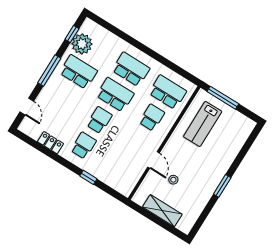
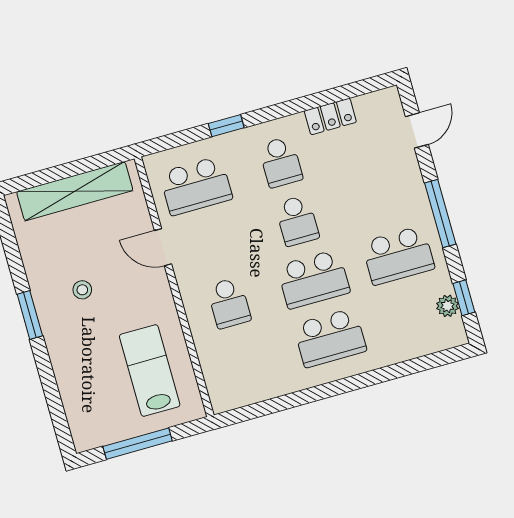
plant: (82, 44) -> (447, 306), width x0.53, depth x0.53
school desk: (168, 92) -> (196, 186), moved
window: (223, 98) -> (138, 444), moved
door: (27, 107) -> (417, 130), swing flipped
stool: (173, 180) -> (82, 290), moved
shelving: (162, 211) -> (75, 191), width x1.47

